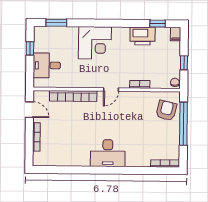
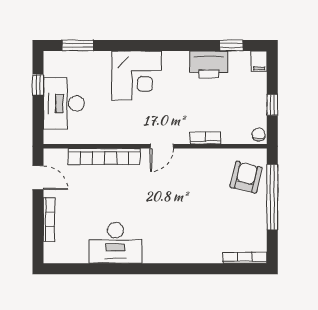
desk: (47, 65) -> (64, 103), width x1.37
desk: (108, 153) -> (115, 243), moved

